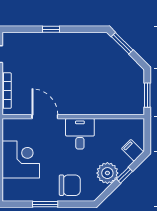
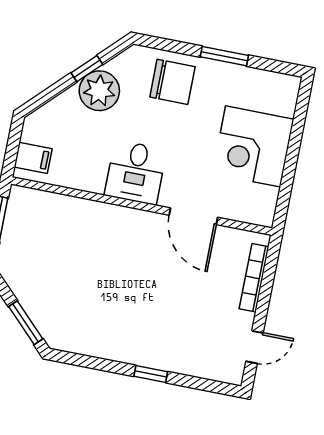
filing cabinet: (132, 150) -> (33, 158), moved, turned -45
window: (124, 175) -> (87, 69), moved
chair: (70, 185) -> (172, 82), turned 180

